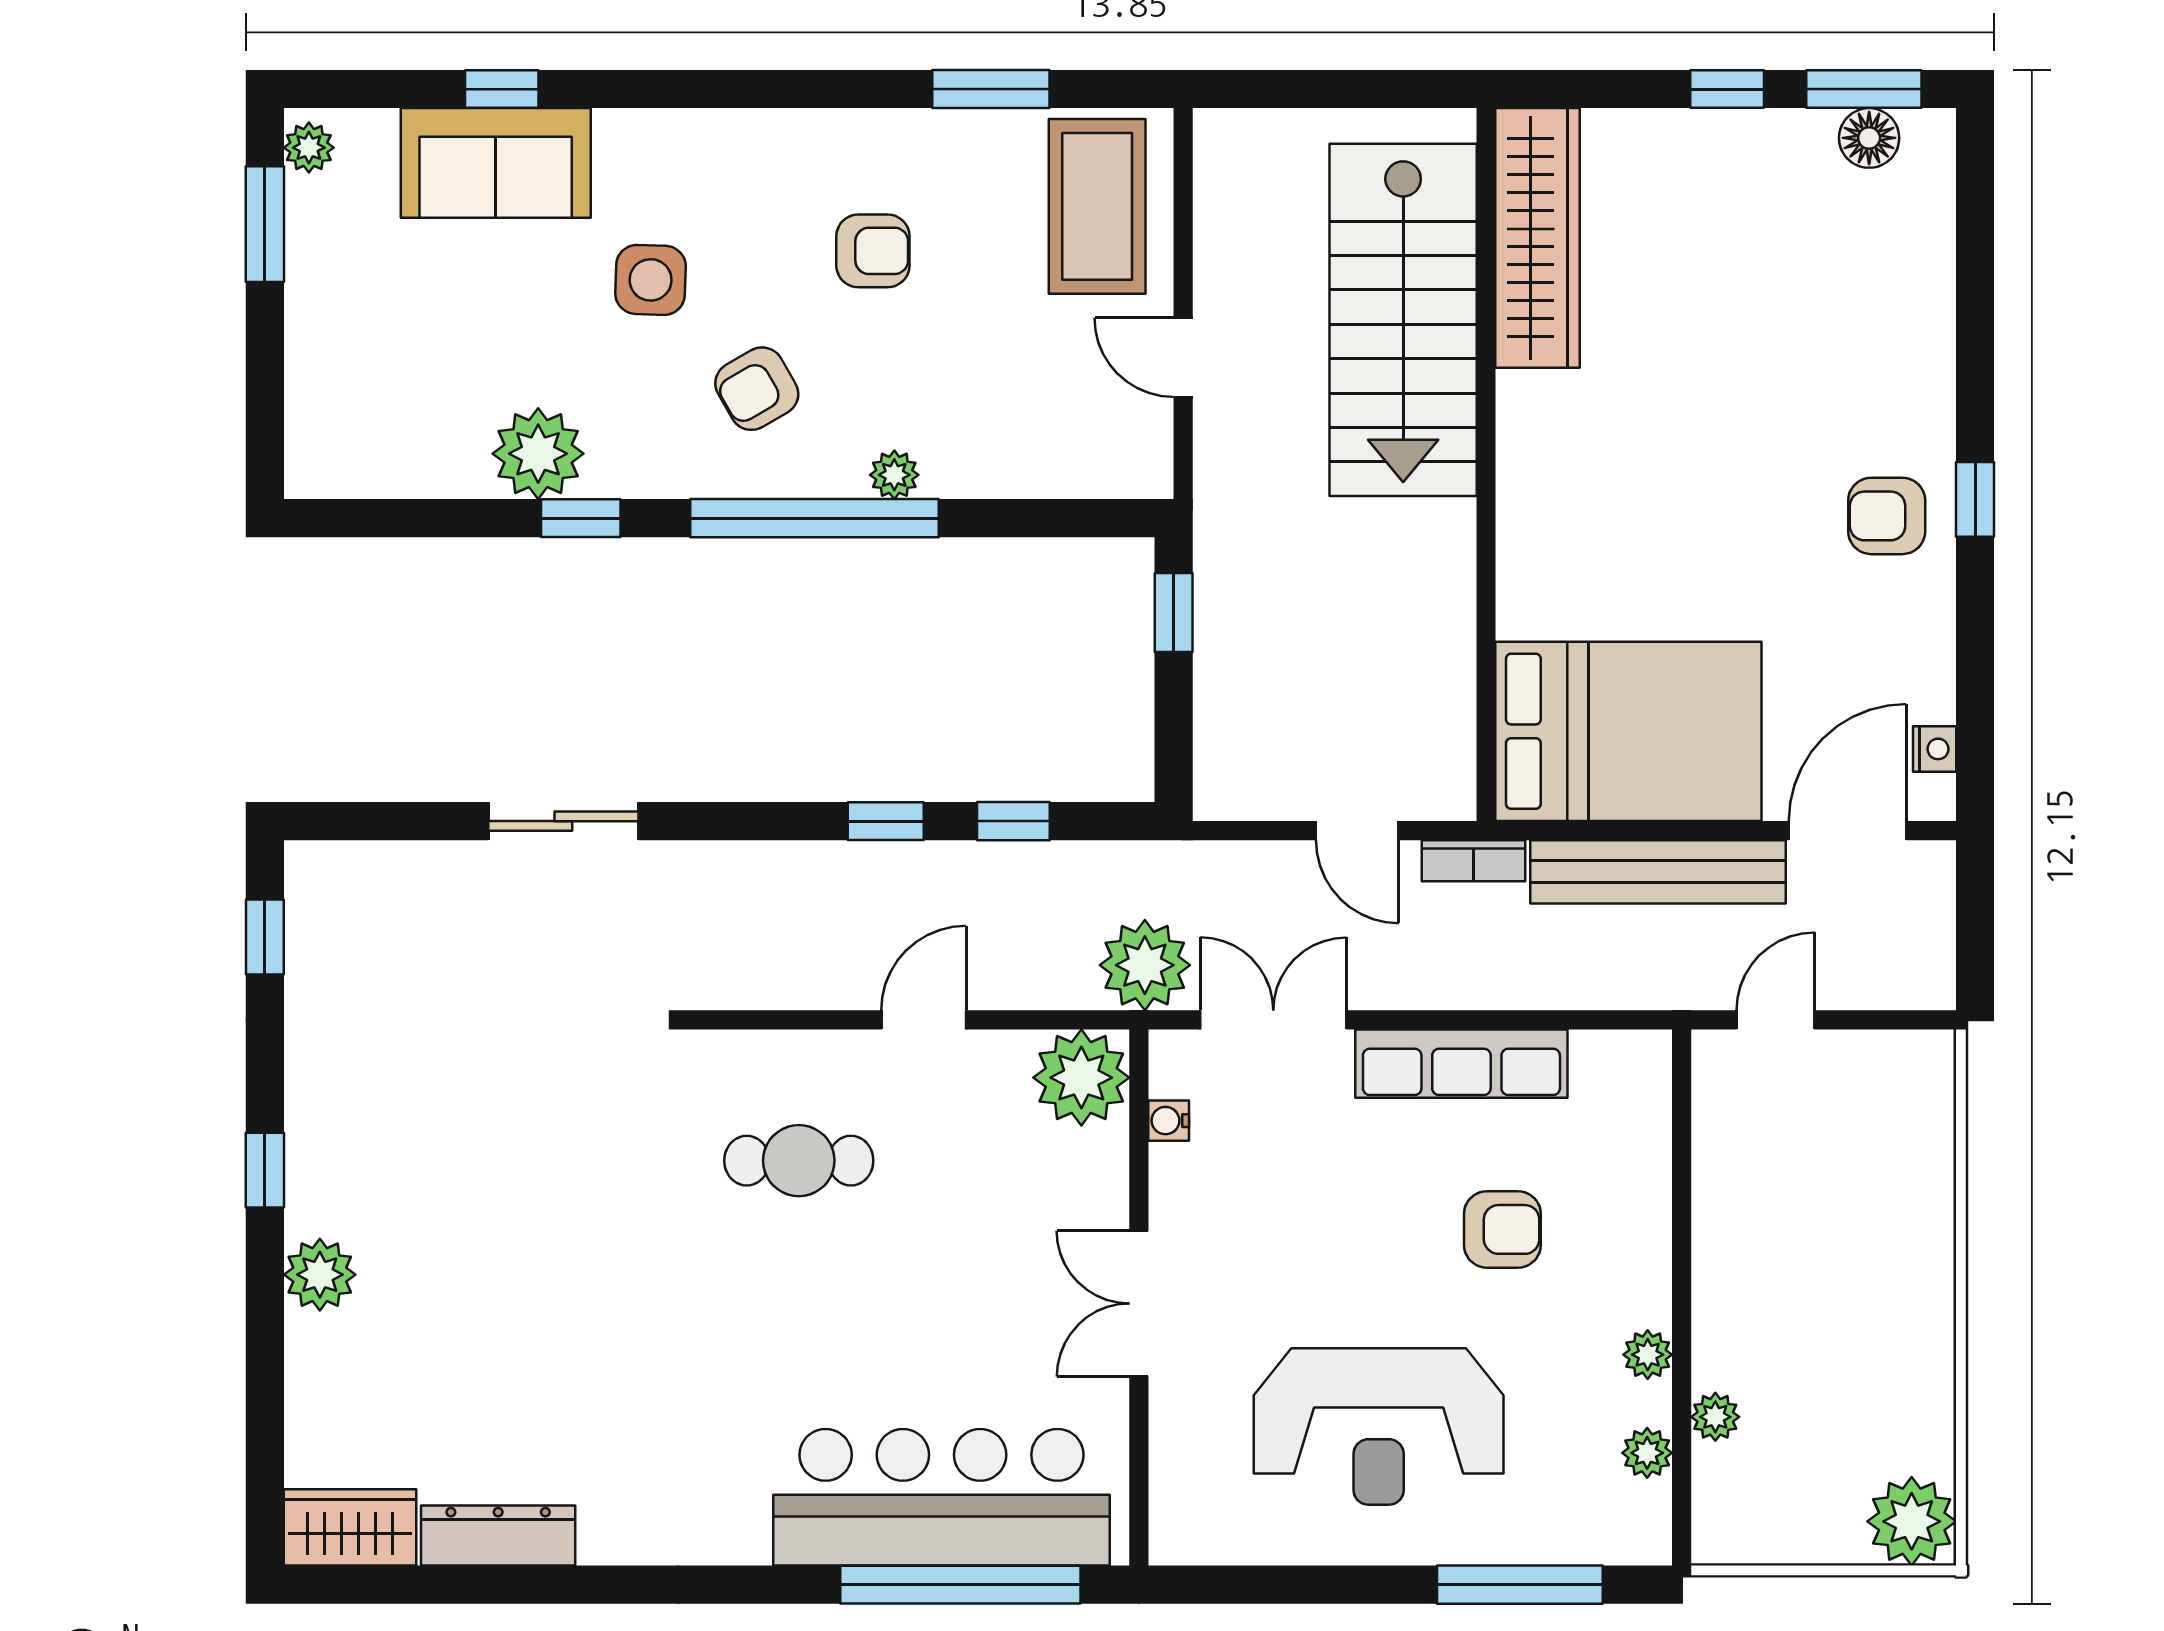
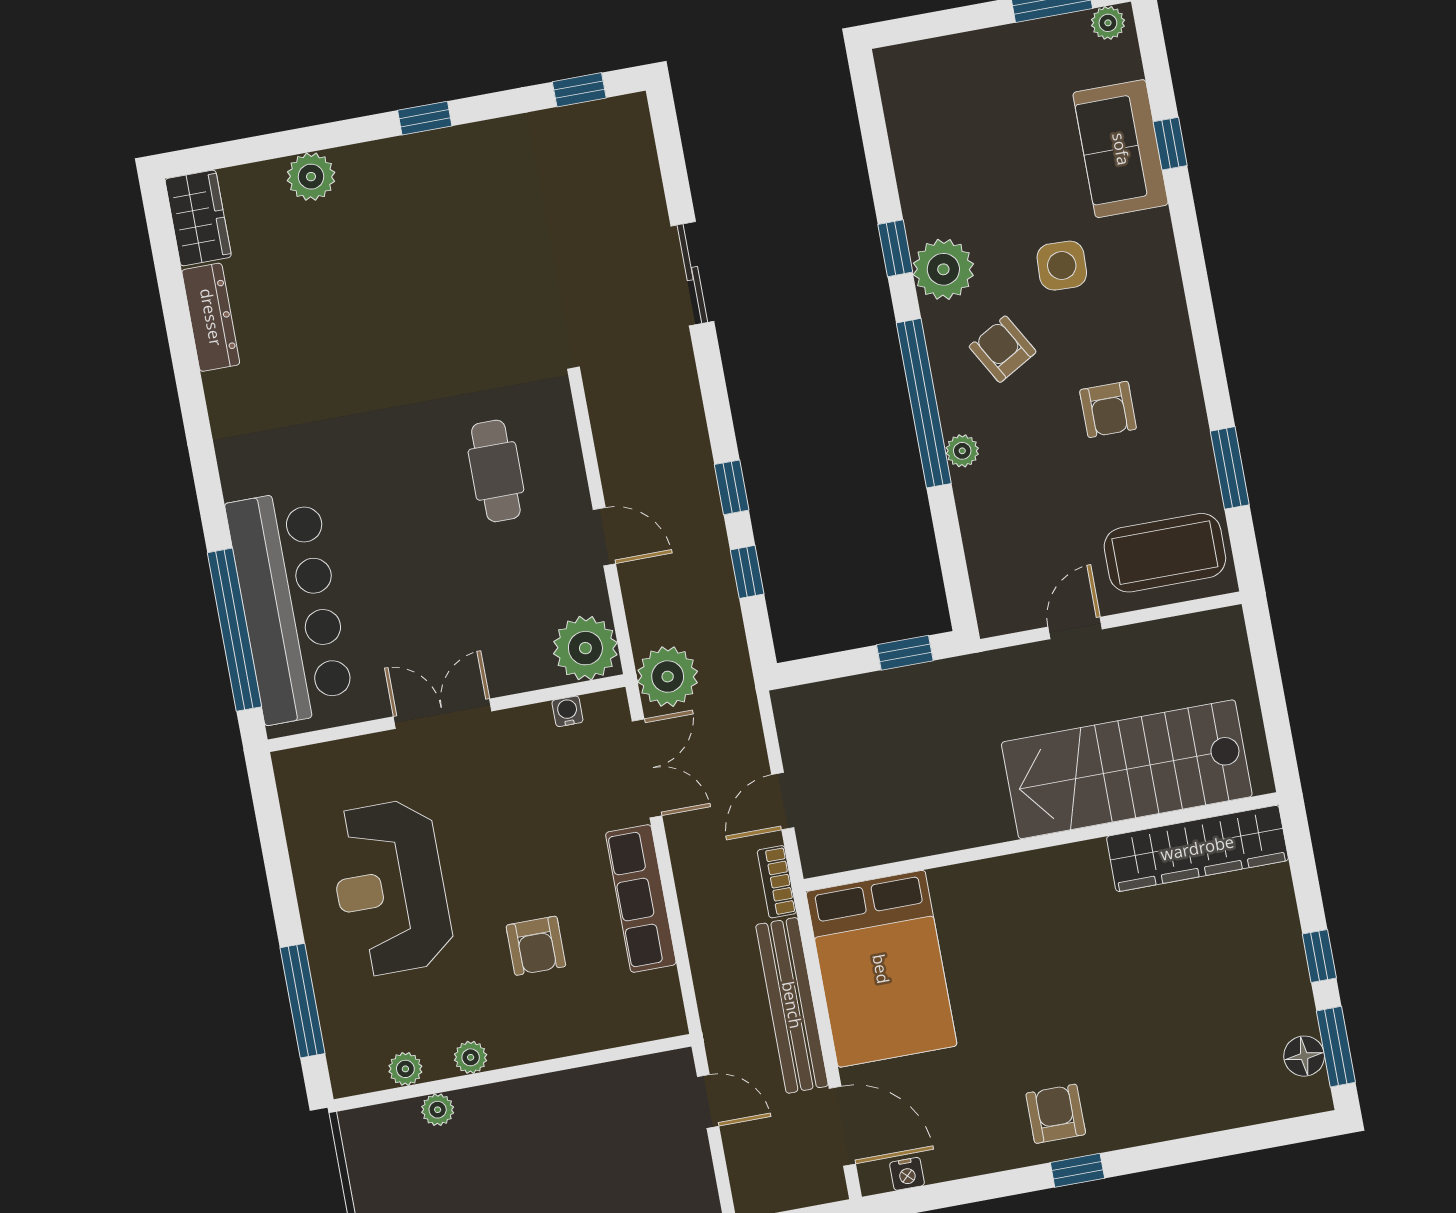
plant: (538, 454) -> (943, 269), moved
plant: (320, 1275) -> (311, 177), moved

